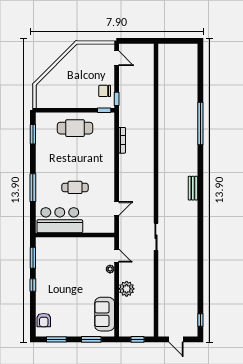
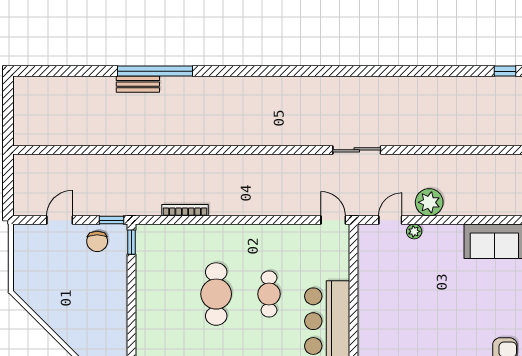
door: (117, 58) -> (60, 220), moved
cafe table: (75, 128) -> (216, 294), moved
bench: (193, 188) -> (138, 84), moved
door: (117, 209) -> (333, 220), moved
plant: (127, 289) -> (429, 202), moved

